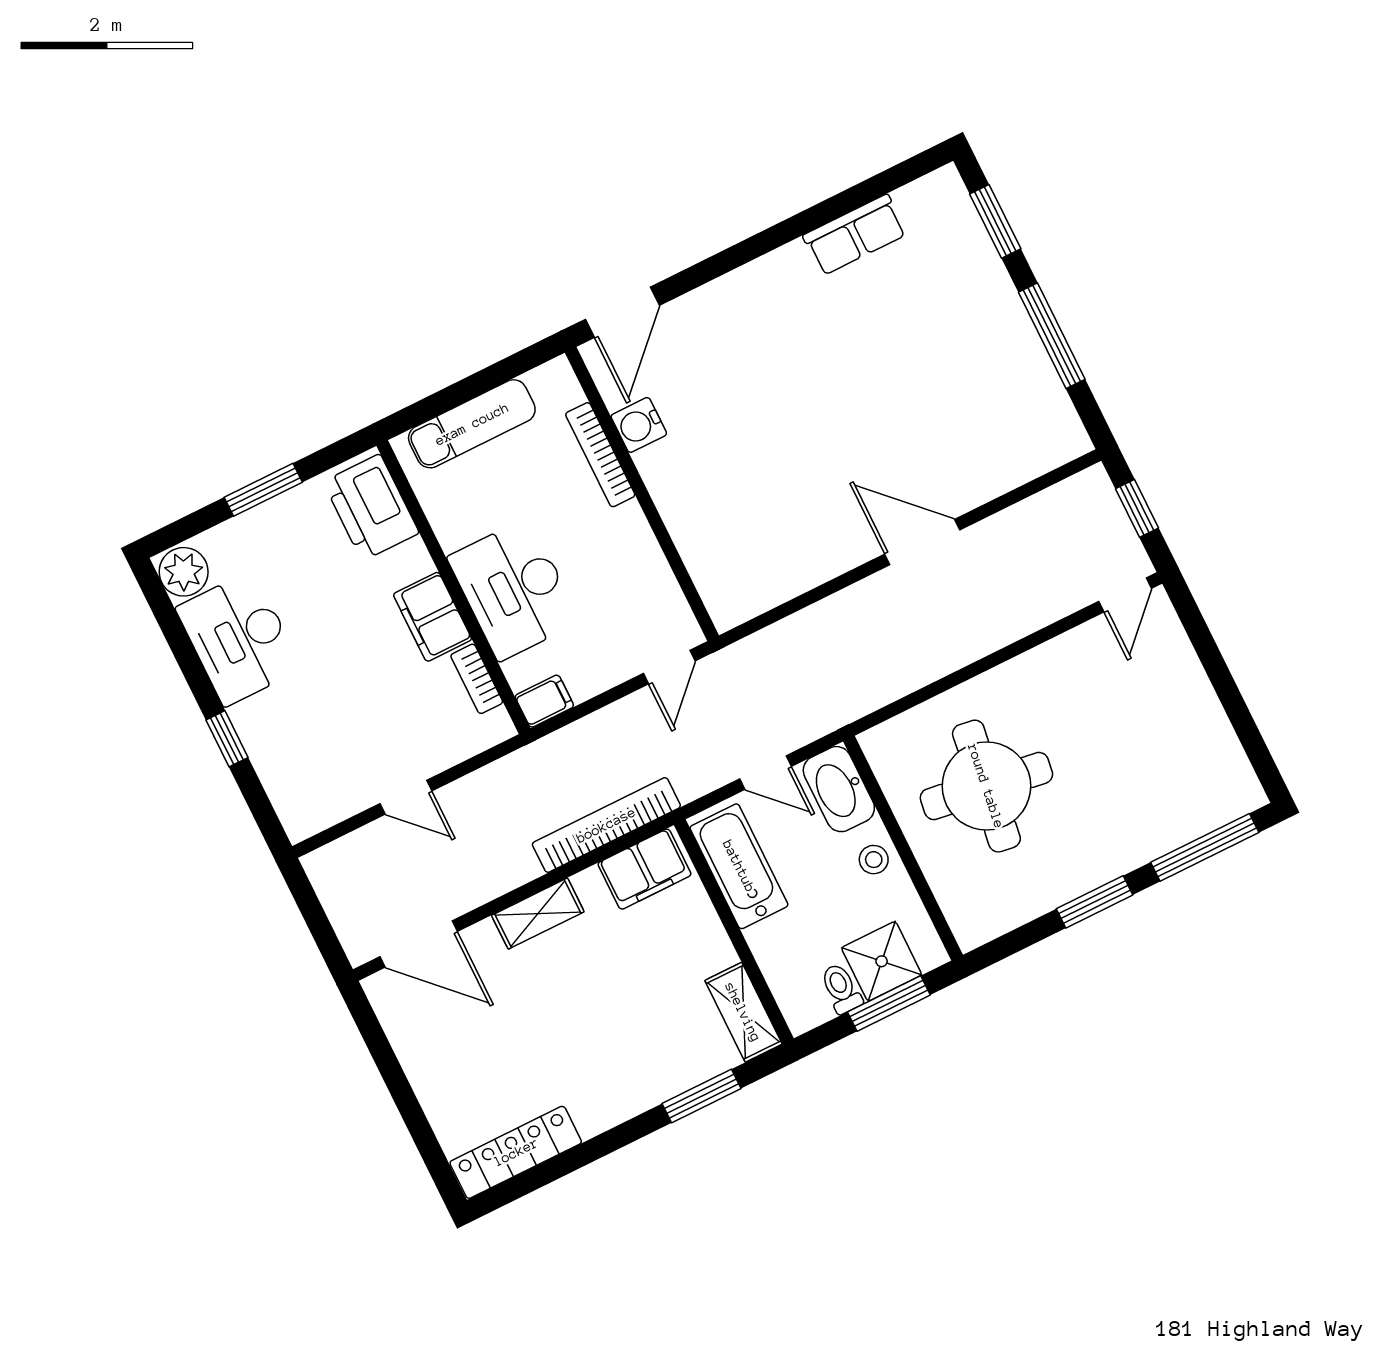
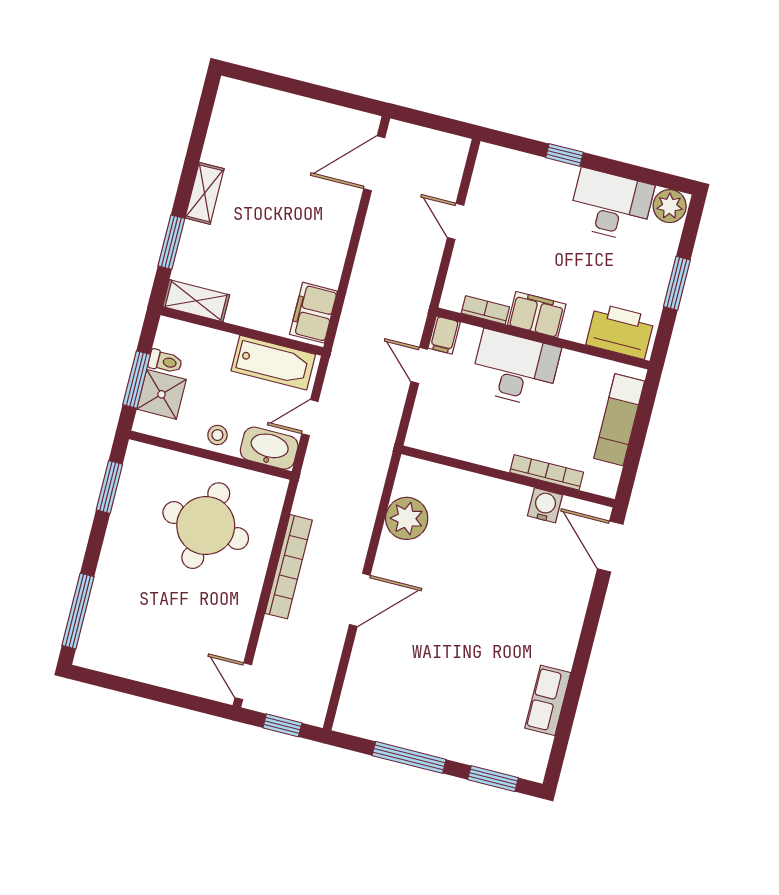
plant: (786, 567) -> (407, 518), added
door: (669, 667) -> (419, 365), moved
door: (406, 797) -> (456, 221), hinge flipped
bookcase: (606, 825) -> (289, 567), moved
window: (1095, 902) -> (109, 487), moved
shelving: (538, 914) -> (205, 193), moved
locker: (516, 1152) -> (224, 122), removed

